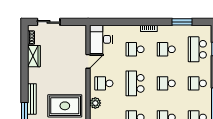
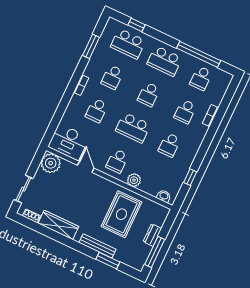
plant: (78, 33) -> (51, 163), added
wardrobe: (34, 56) -> (58, 225), width x1.50
school desk: (197, 83) -> (165, 61), width x1.85

